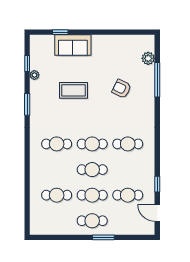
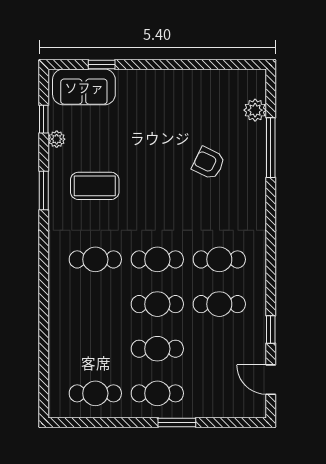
sofa: (73, 45) -> (84, 87), moved
coffee table: (73, 90) -> (95, 186), moved
cafe table: (57, 195) -> (95, 393), moved
cafe table: (128, 195) -> (219, 304), moved

